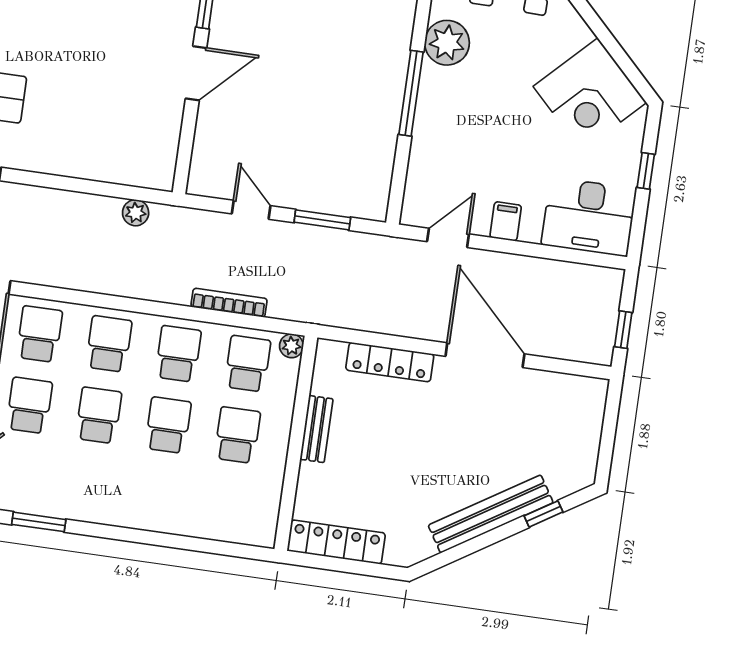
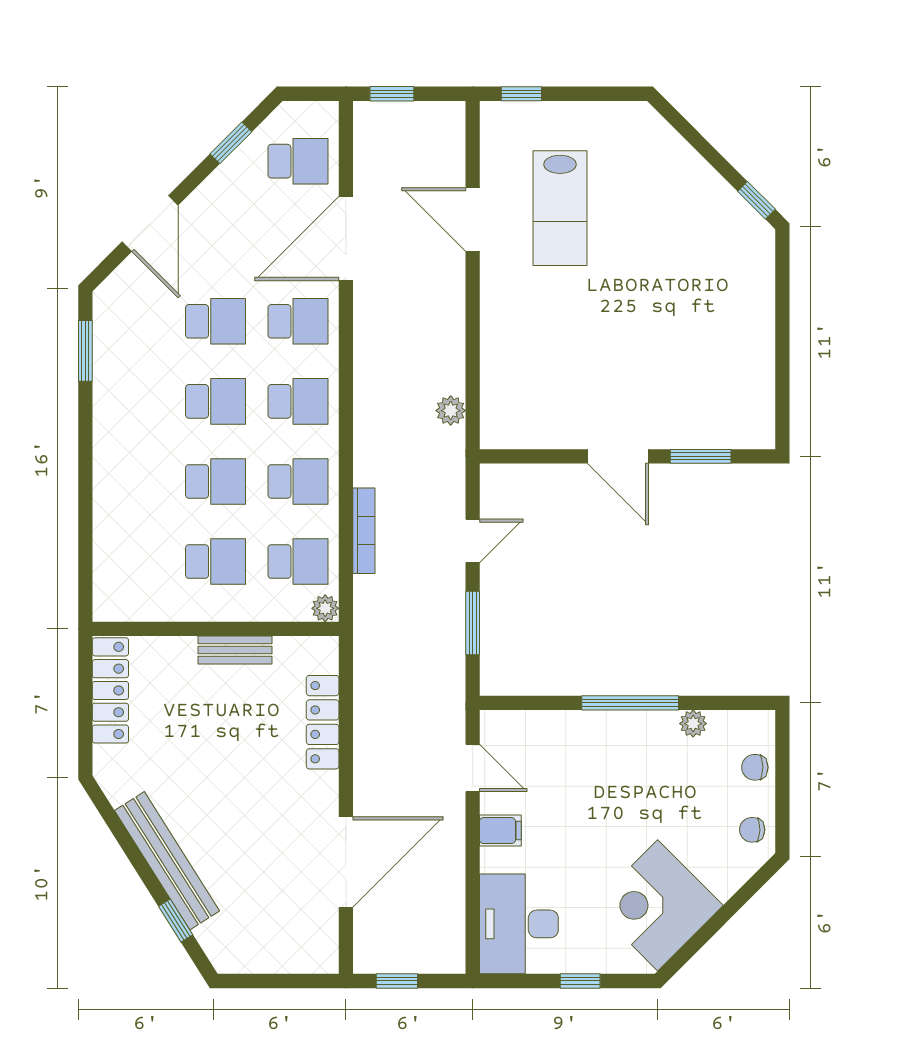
plant: (447, 43) -> (693, 724), width x0.53, depth x0.53
door: (485, 355) -> (346, 862), moved

